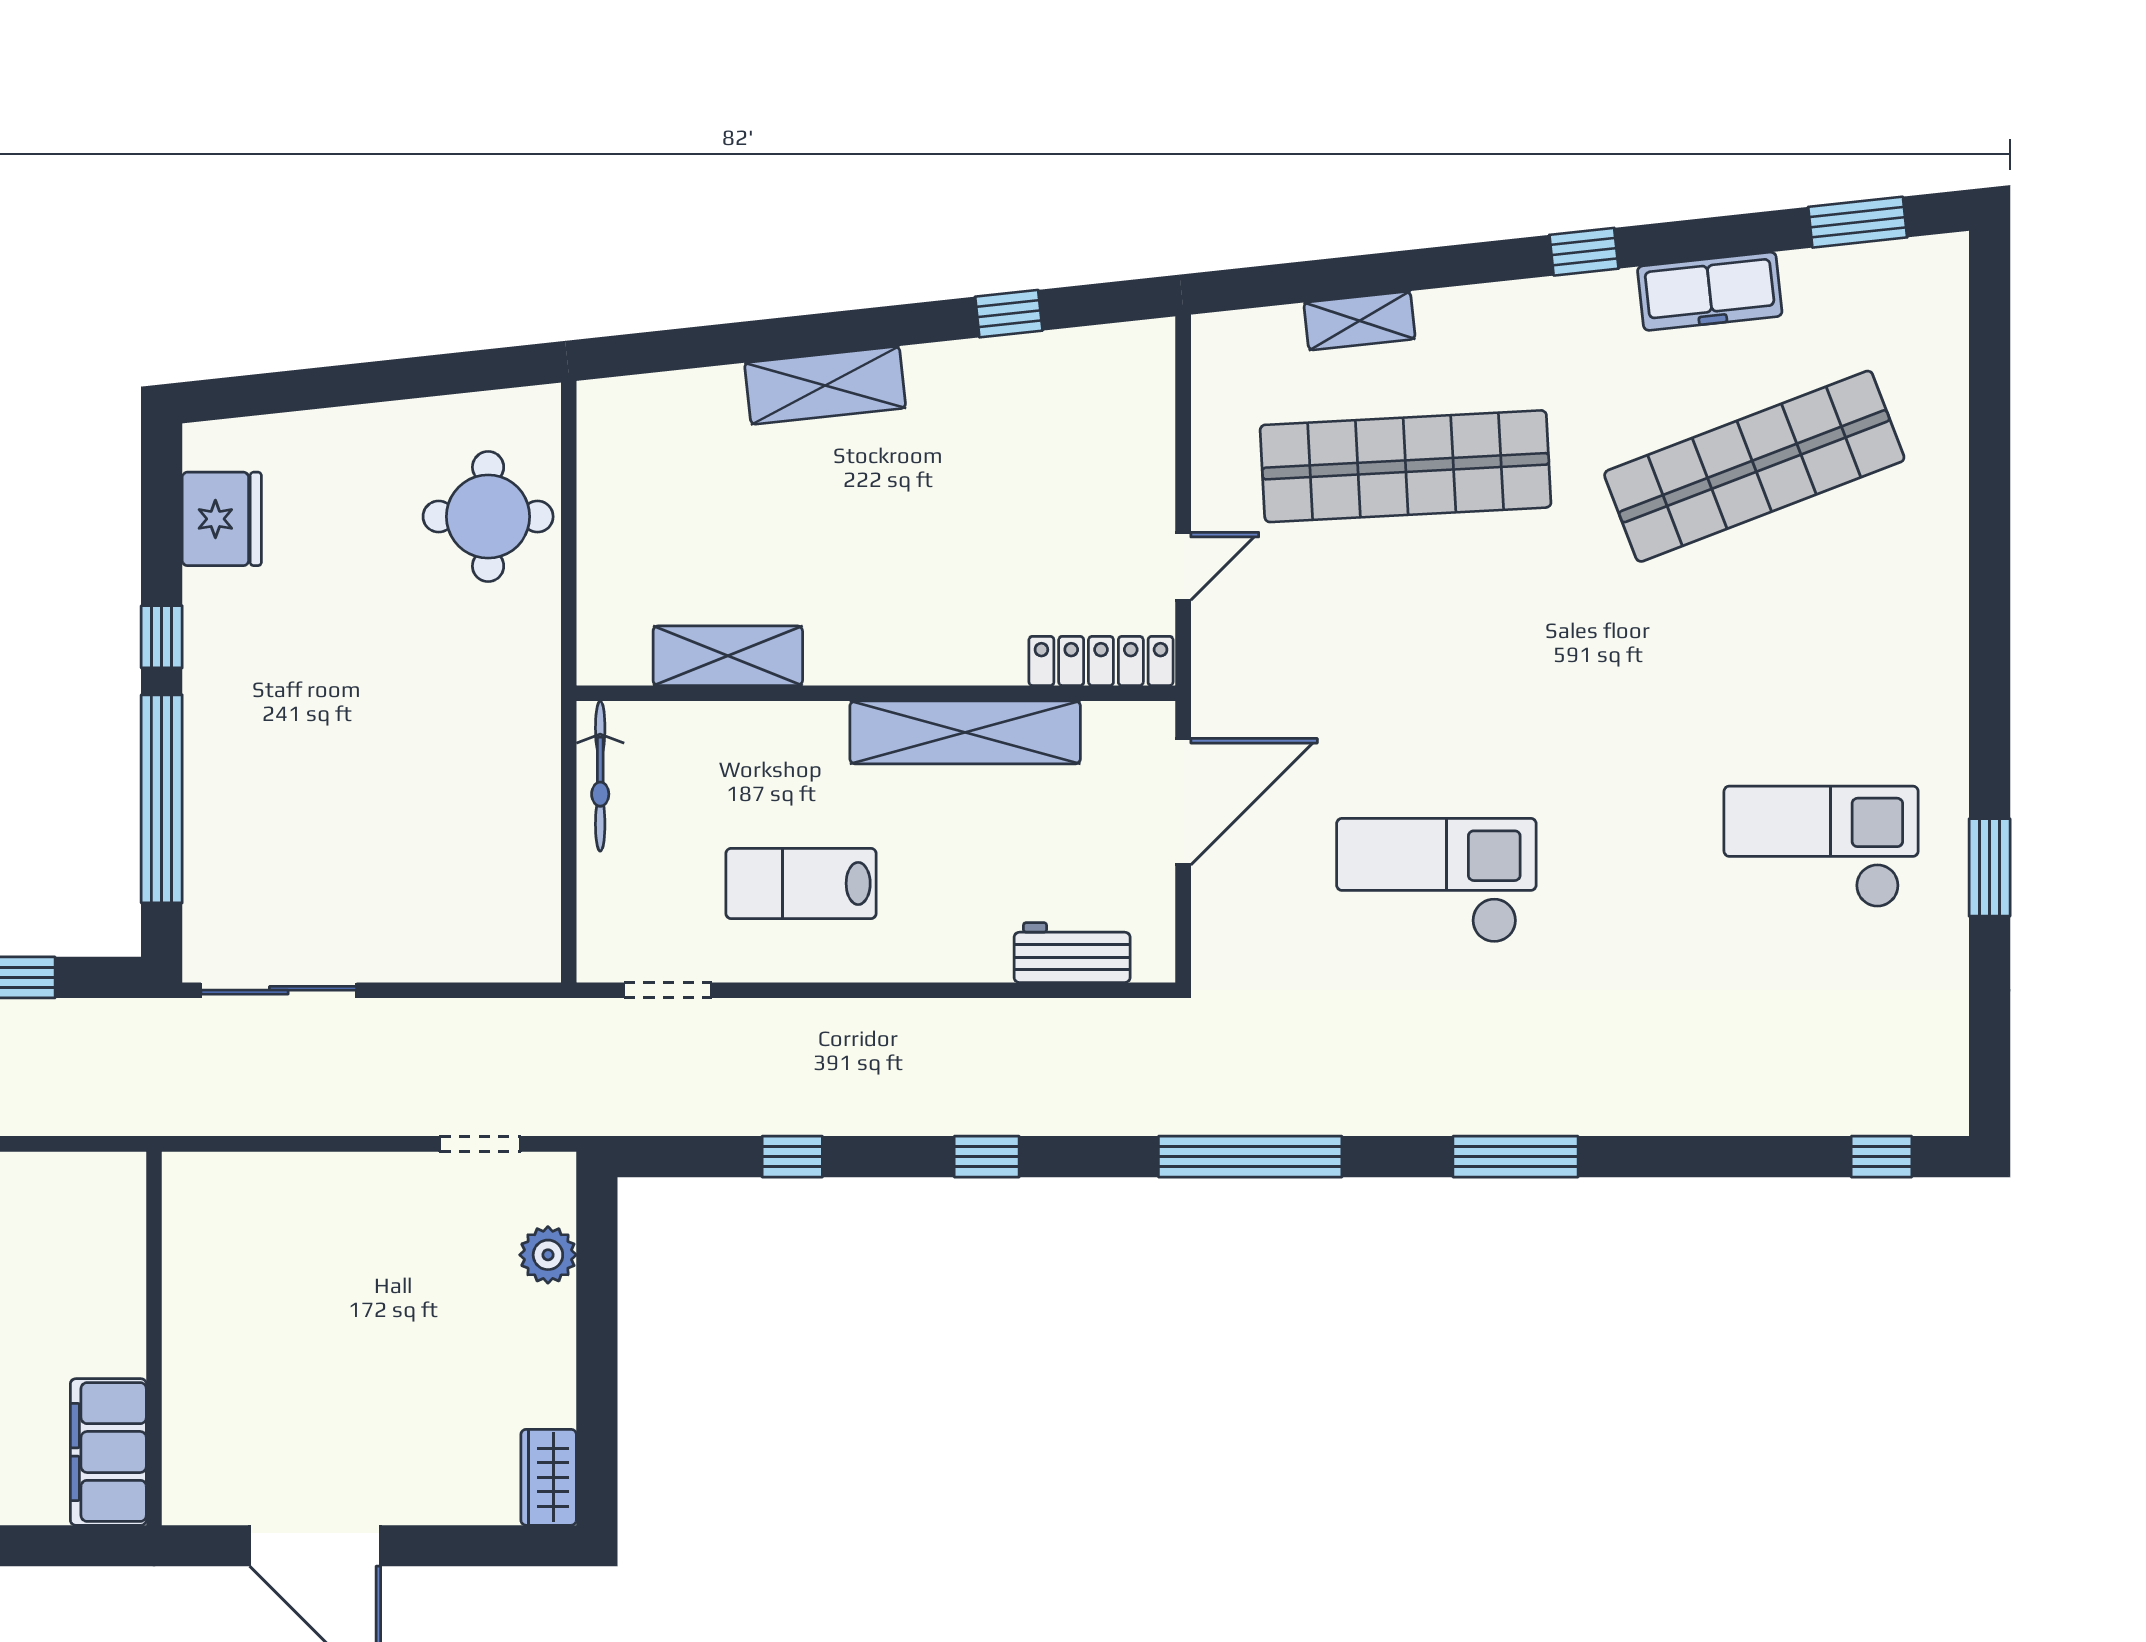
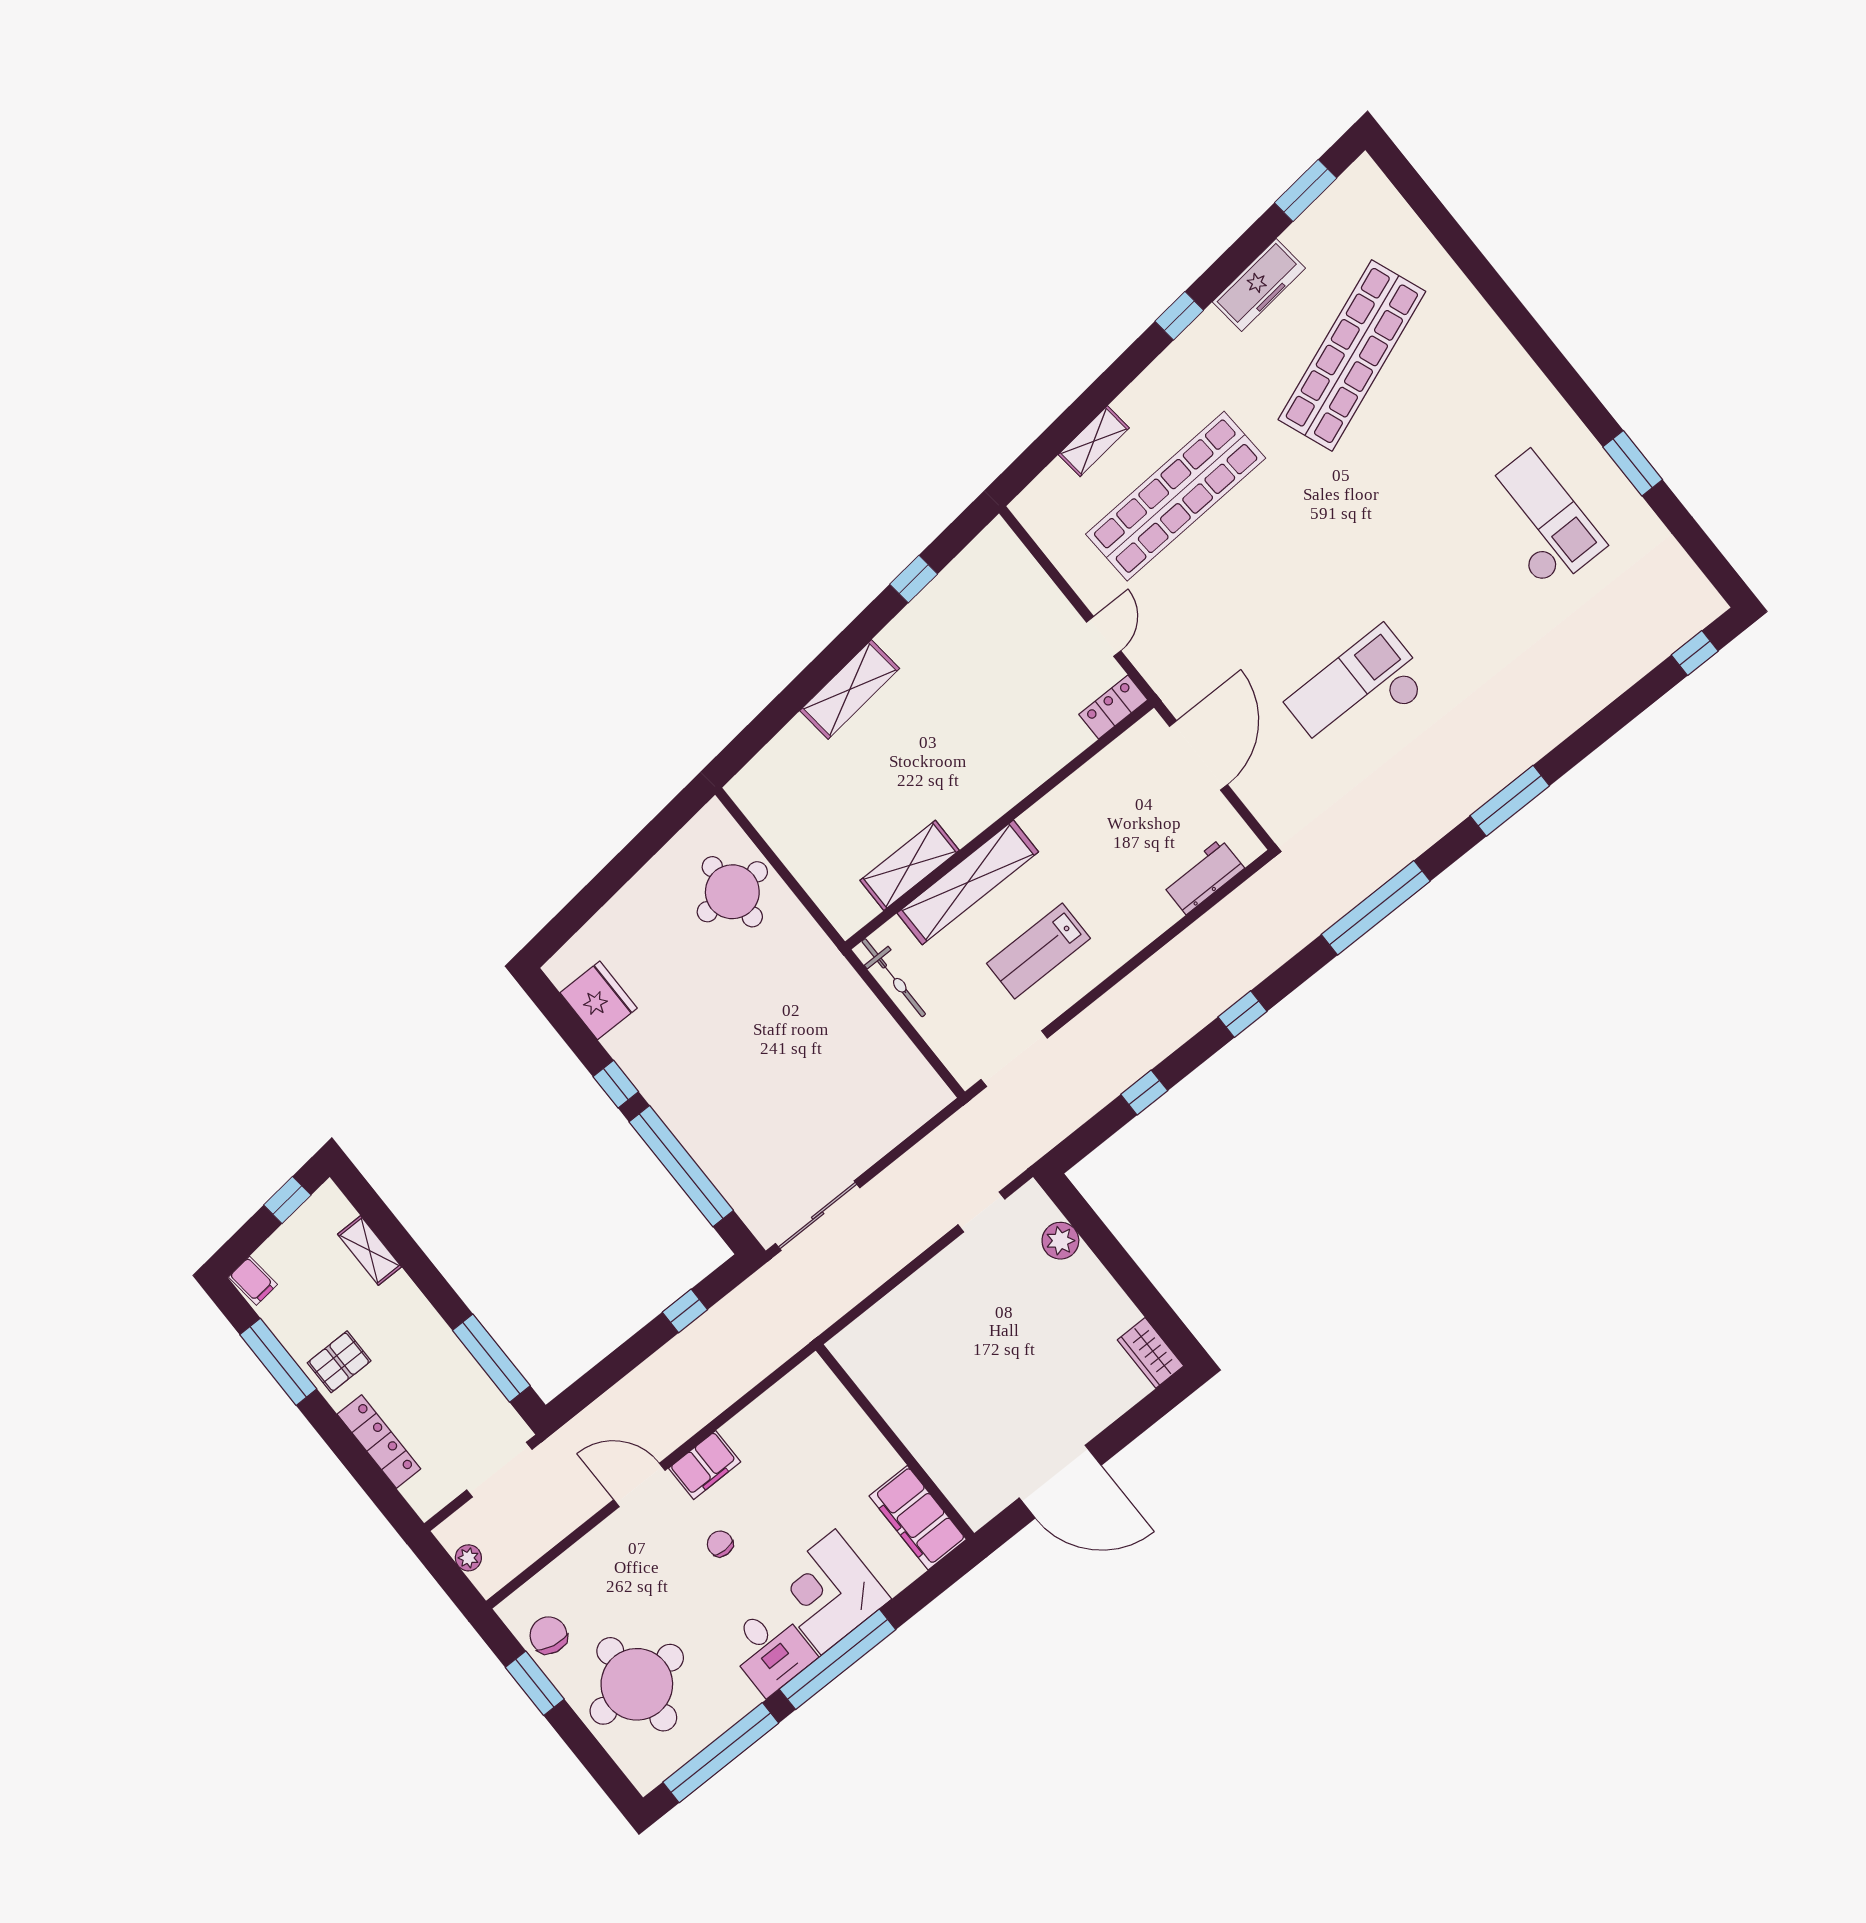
locker: (1101, 661) -> (1113, 707), width x0.66
shelving: (965, 732) -> (968, 882), moved
checkout: (1821, 847) -> (1539, 521), turned 90
doorway: (668, 990) -> (1014, 1059), width x1.38

